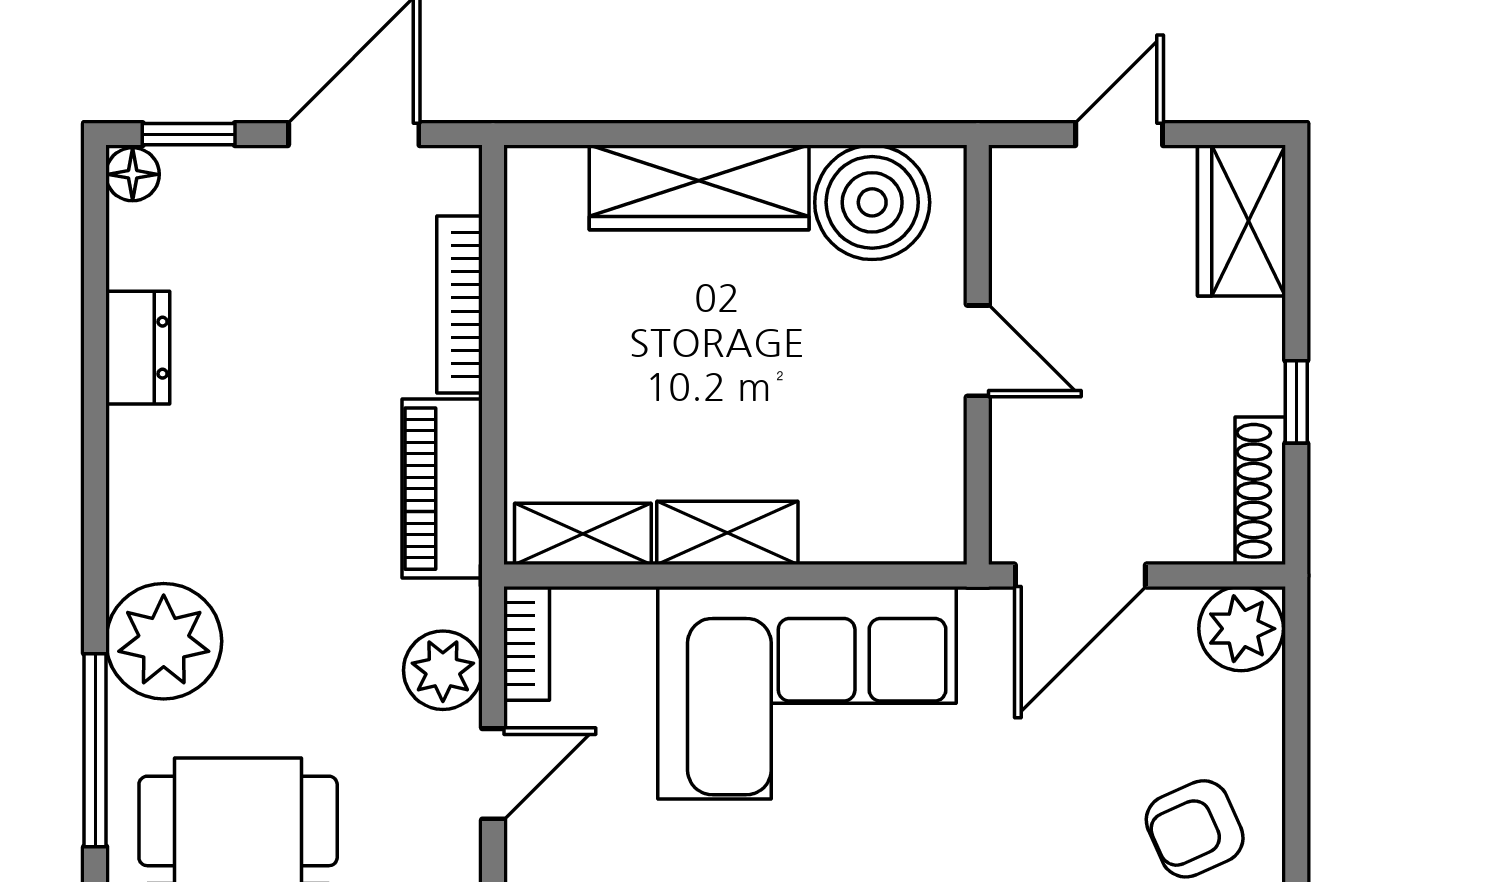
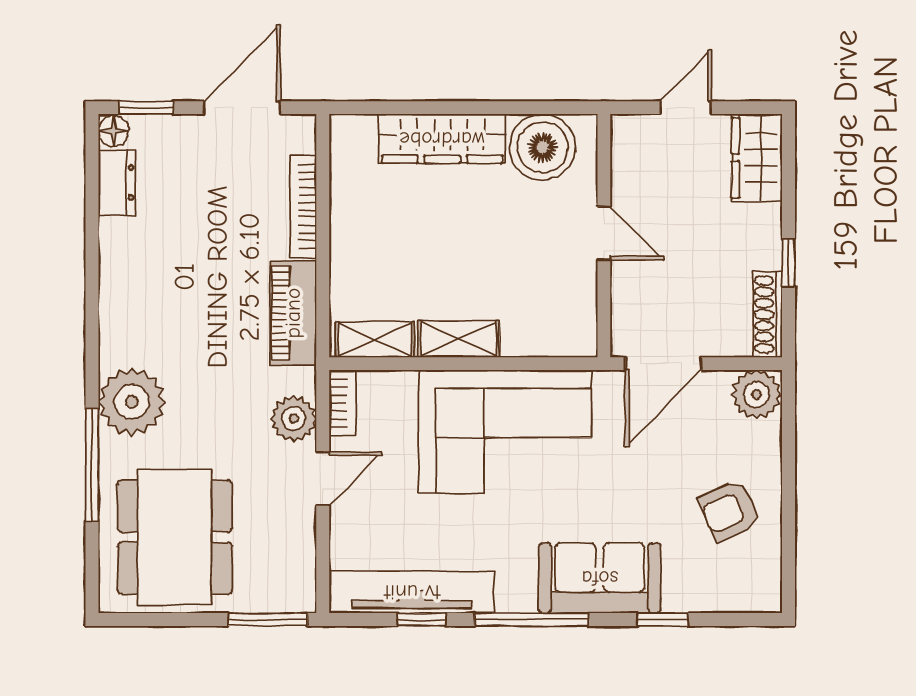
dresser: (138, 348) -> (117, 183), moved

